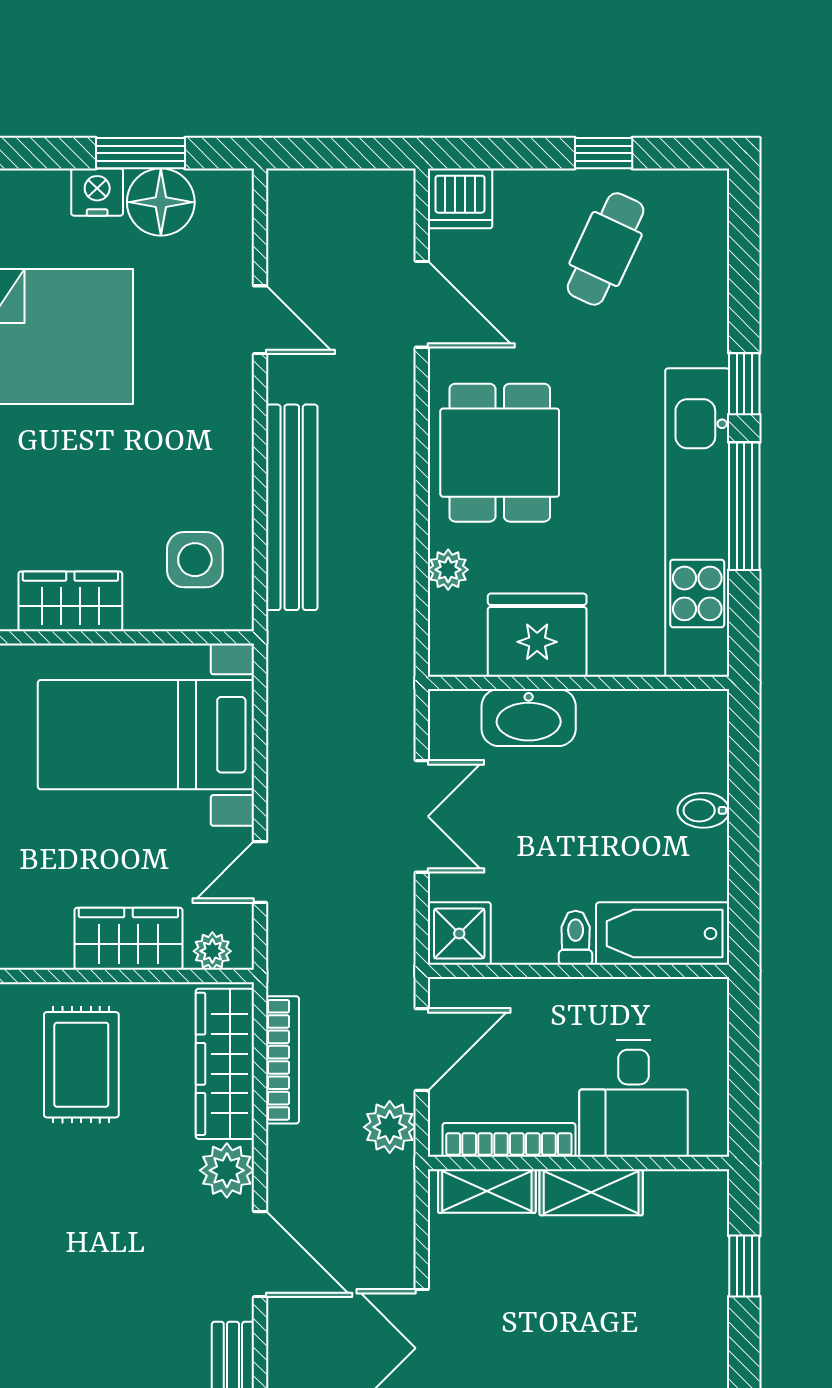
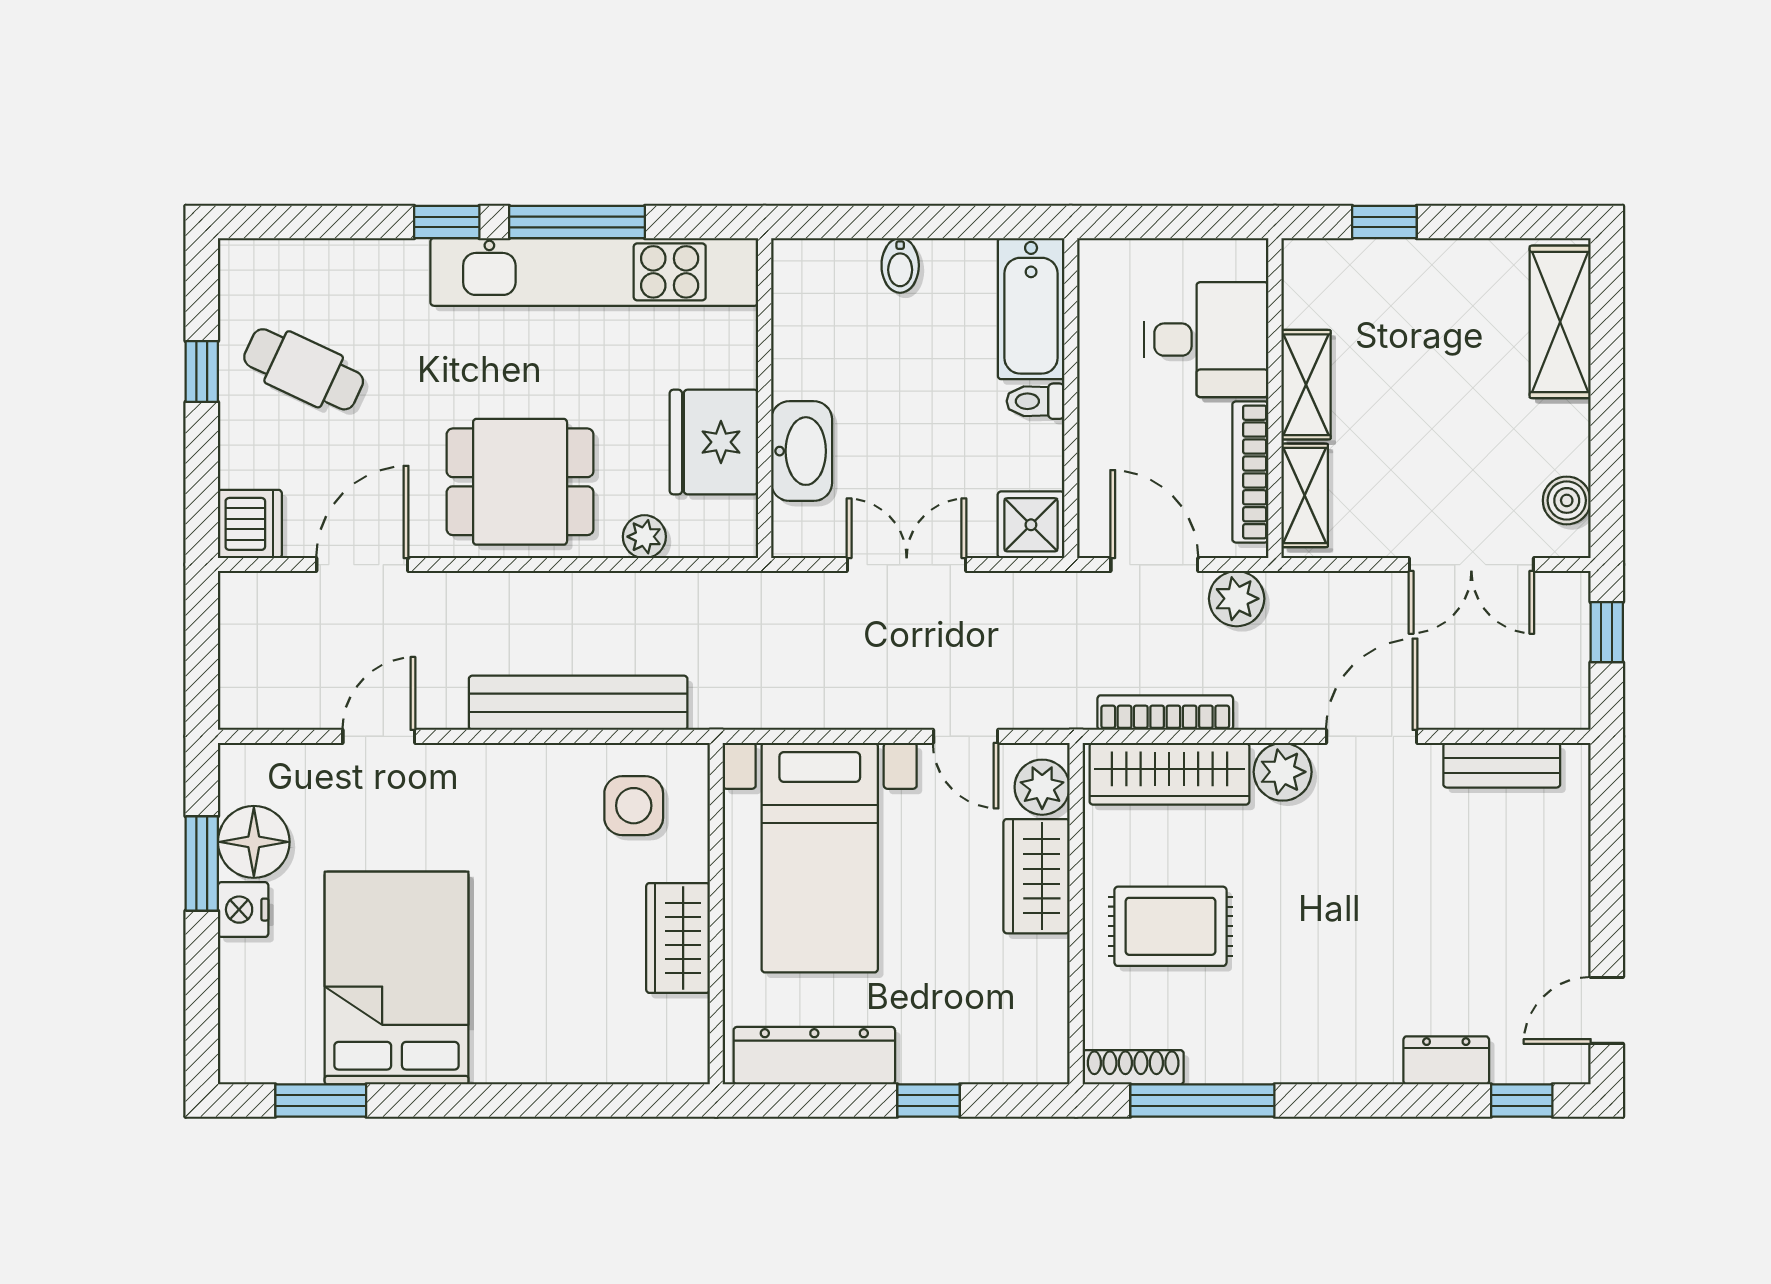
plant: (212, 951) -> (1042, 787), width x1.38, depth x1.38

